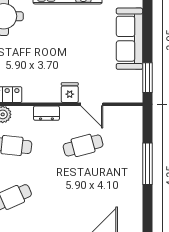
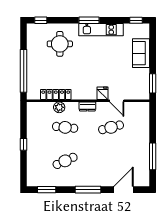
sofa: (129, 39) -> (141, 53), width x0.73
window: (147, 164) -> (153, 156), moved

